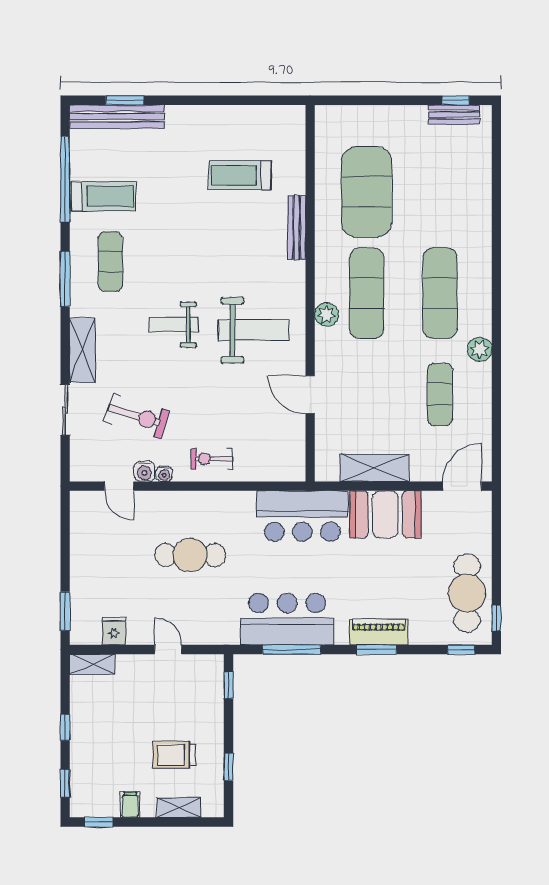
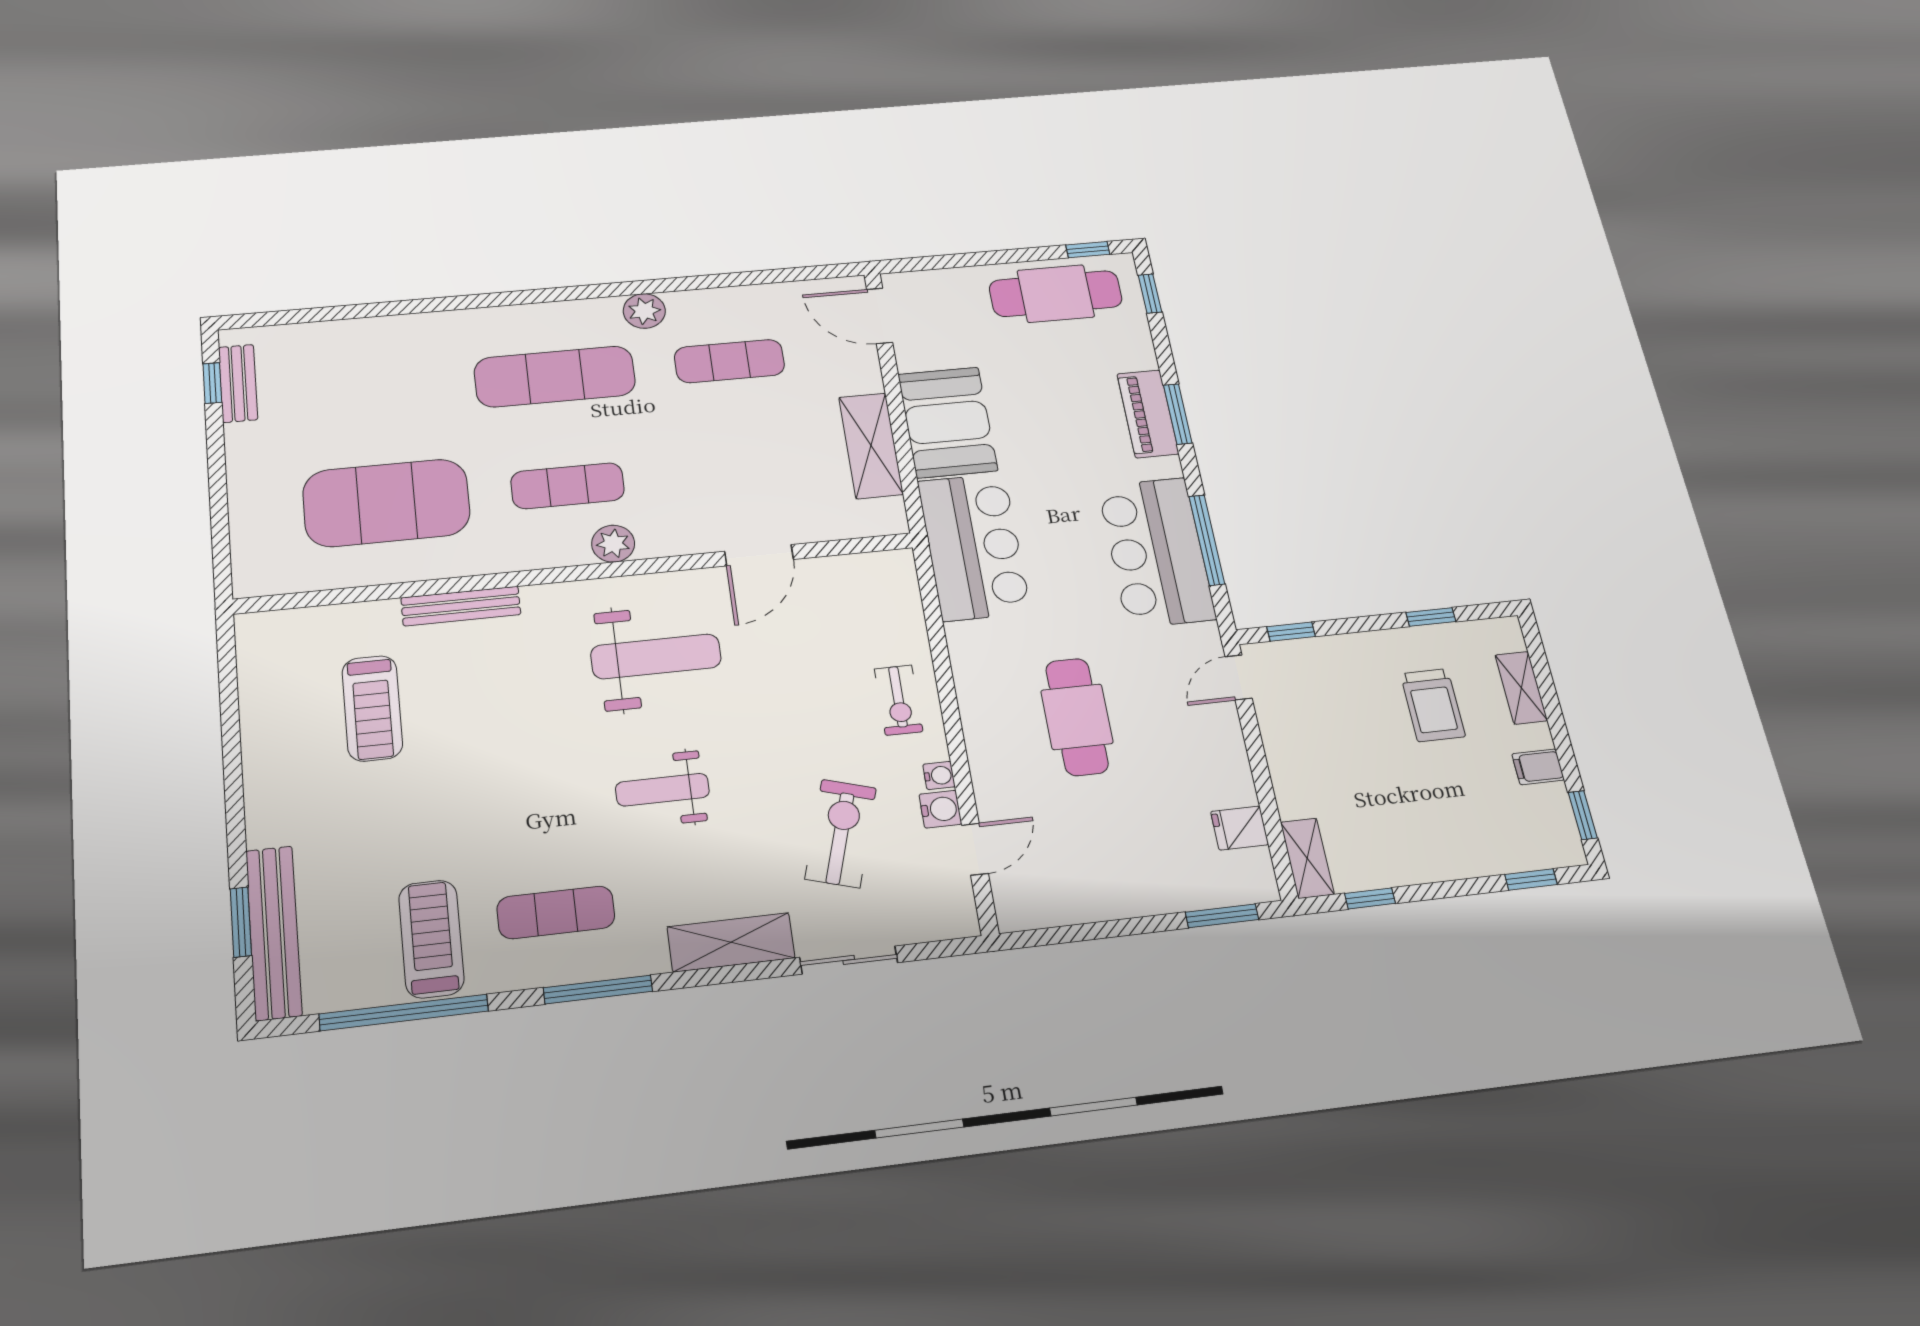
exercise mat: (367, 293) -> (568, 486), width x0.73, depth x0.69
weight bench: (174, 325) -> (662, 790), turned 90
weight bench: (254, 330) -> (656, 656), turned 90
door: (168, 650) -> (1239, 677), moved
window: (65, 728) -> (1370, 898), moved

